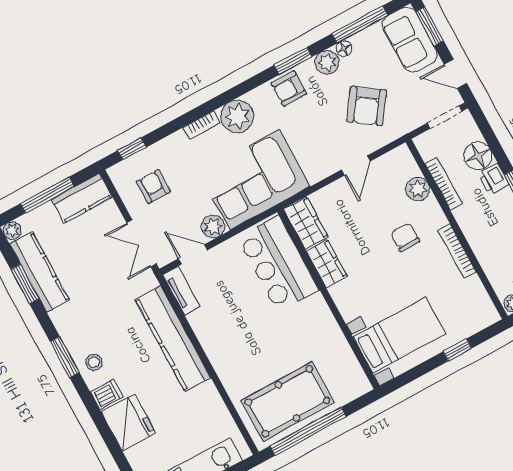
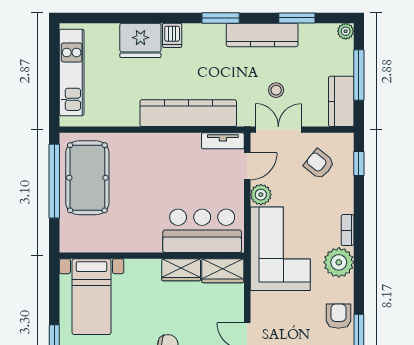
armchair: (153, 187) -> (319, 164), turned -141
kitchen counter: (40, 272) -> (262, 35), moved
stool: (94, 362) -> (276, 90), moved

